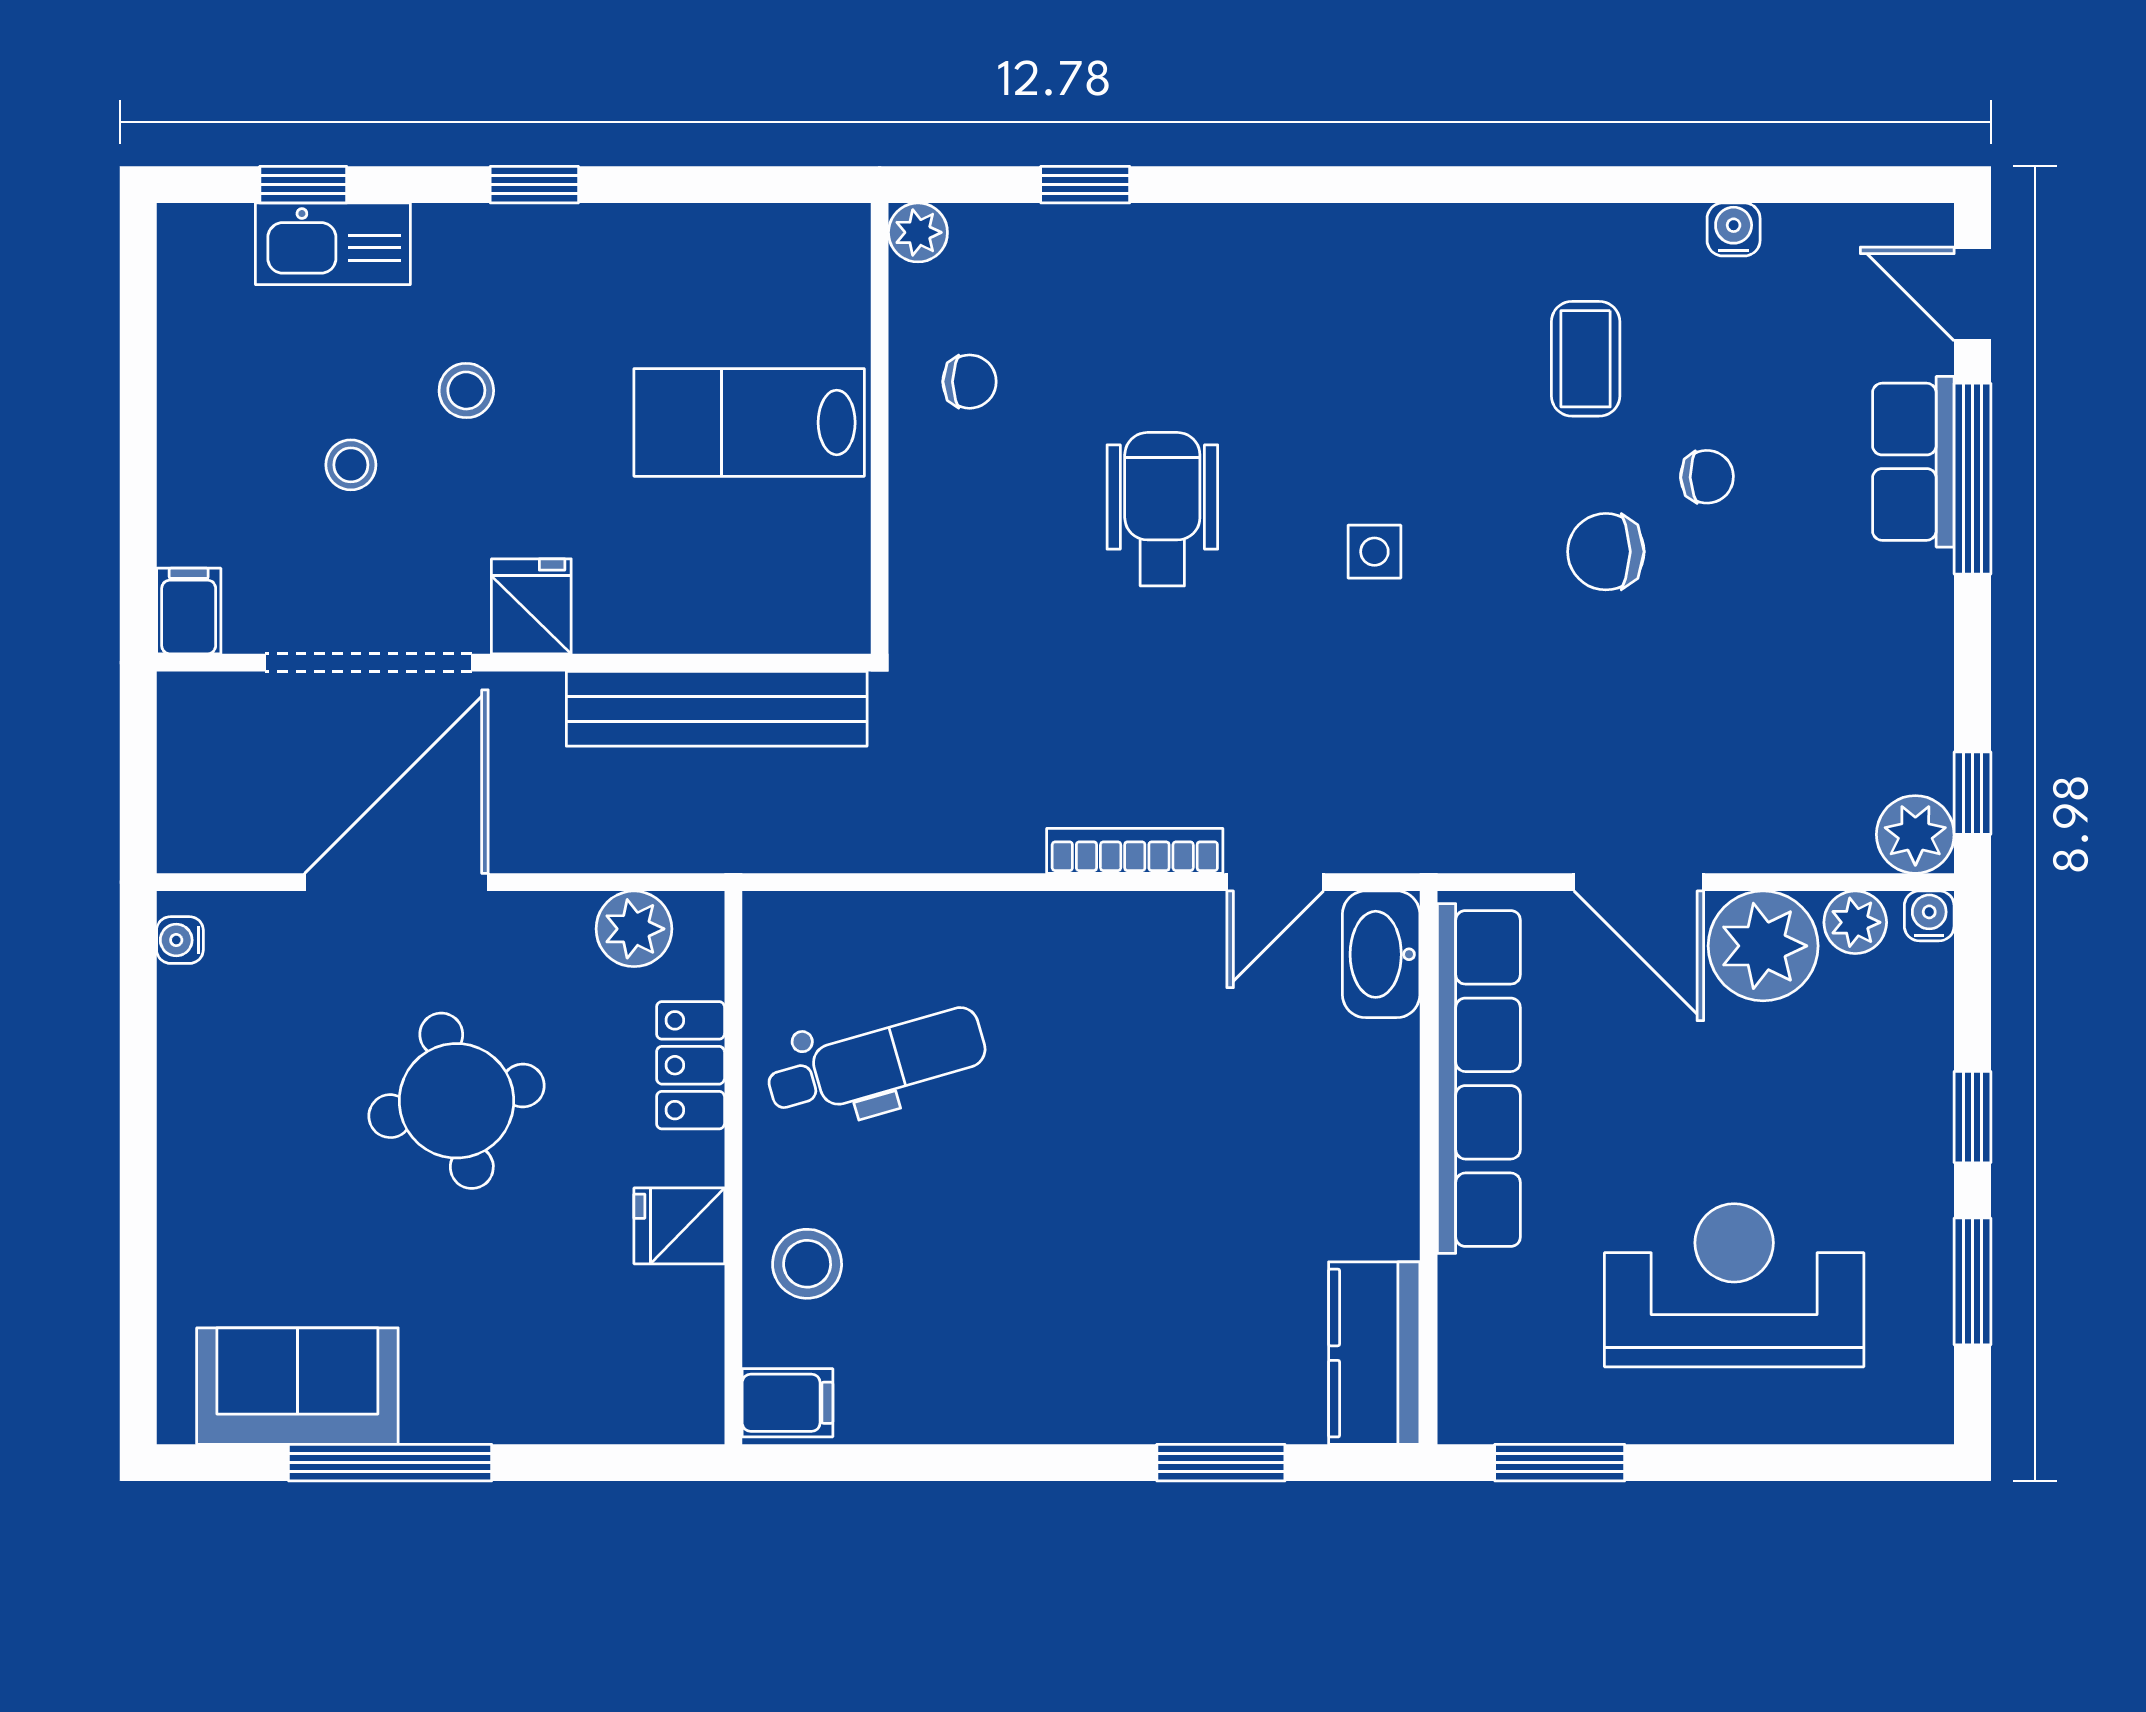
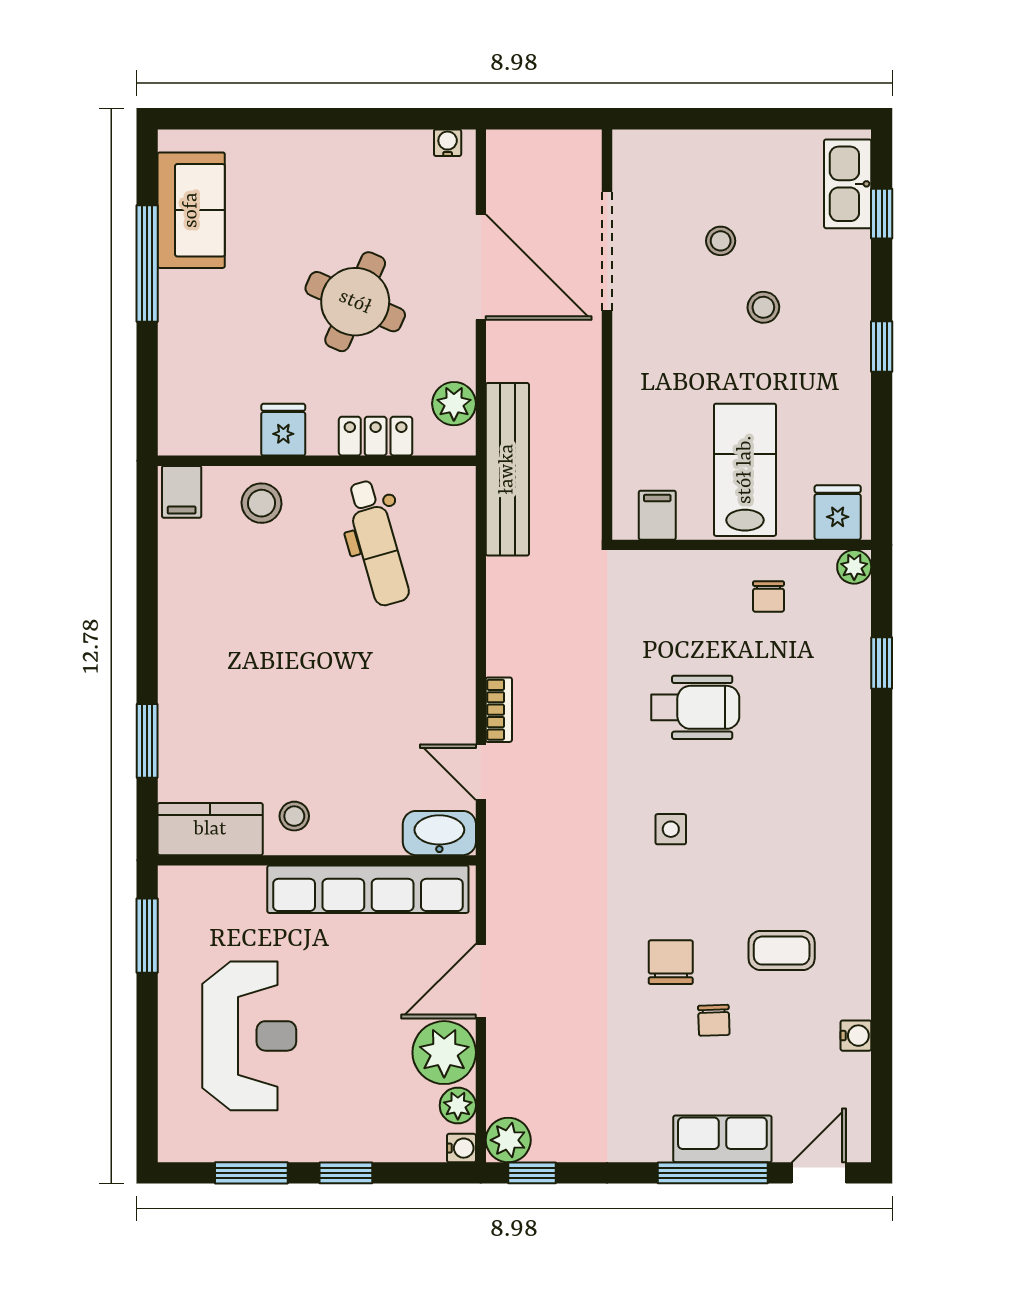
kitchen sink: (333, 244) -> (848, 184), moved
fridge: (531, 606) -> (838, 513), moved, turned -90
filing cabinet: (189, 611) -> (657, 515), moved, turned -90
bench: (717, 709) -> (507, 469), moved
bookcase: (1135, 851) -> (499, 710), width x0.64
round table: (457, 1101) -> (355, 302), turned 37
stool: (1352, 1207) -> (294, 816), added

